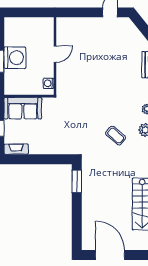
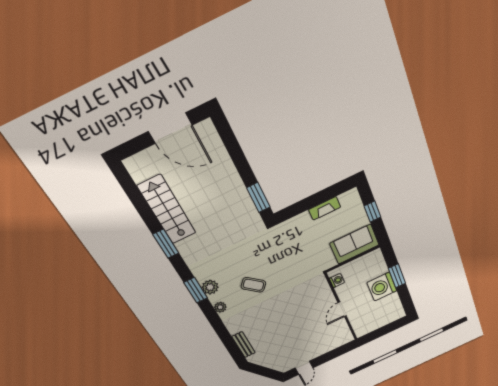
coffee table: (116, 136) -> (253, 285), moved
fireplace: (16, 149) -> (325, 208), moved

